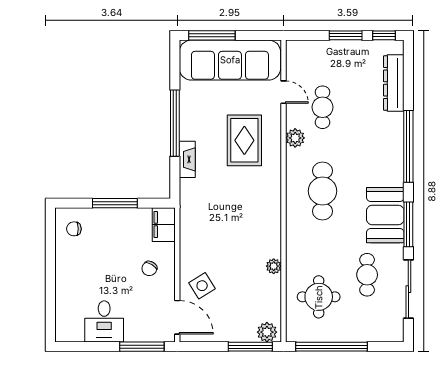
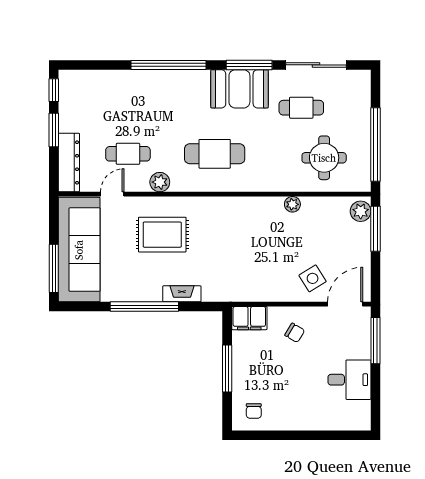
dresser: (394, 83) -> (69, 162), moved, turned -90

